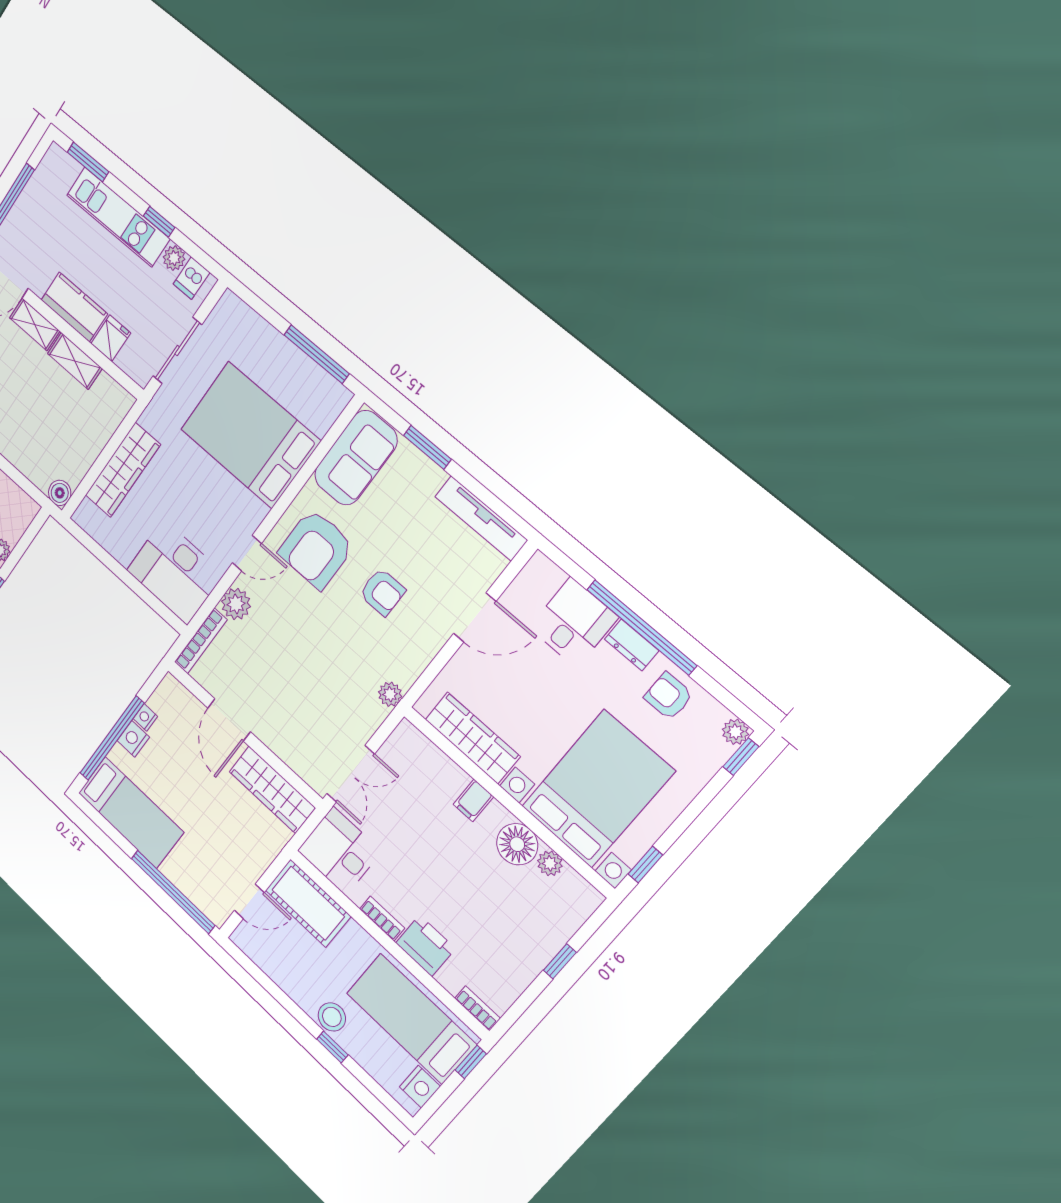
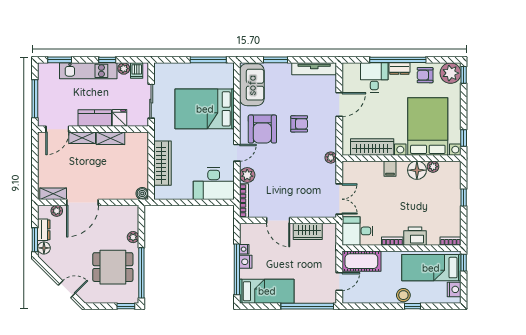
plant: (735, 732) -> (451, 73), width x1.87, depth x1.87
wardrobe: (272, 790) -> (308, 231), width x0.67

